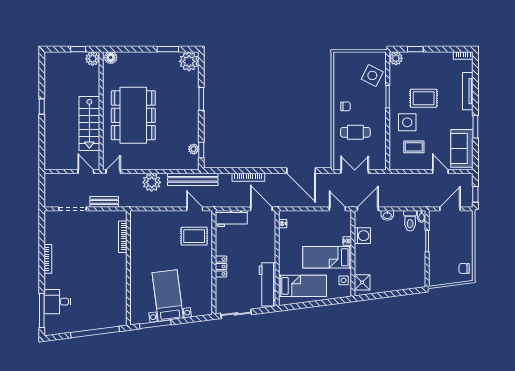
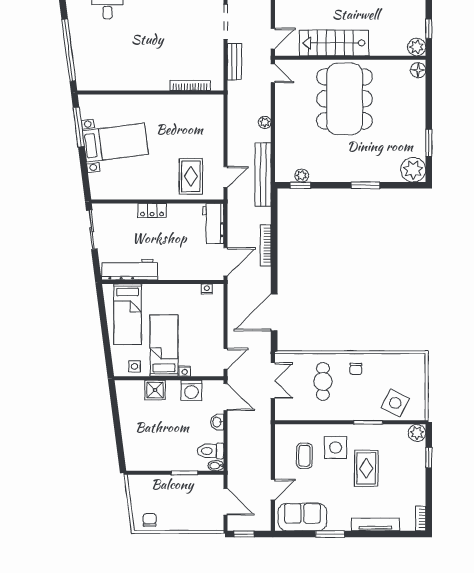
dining table: (133, 115) -> (345, 99), turned 90
plant: (152, 182) -> (265, 122), width x0.53, depth x0.53
shower: (362, 282) -> (155, 390), moved

